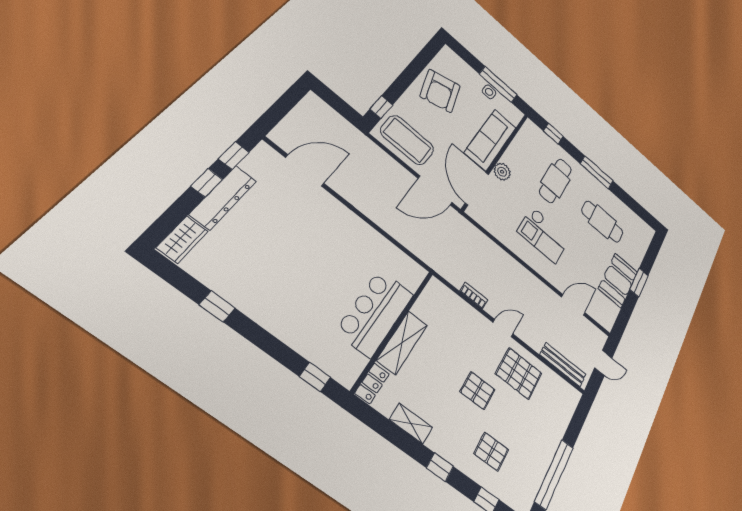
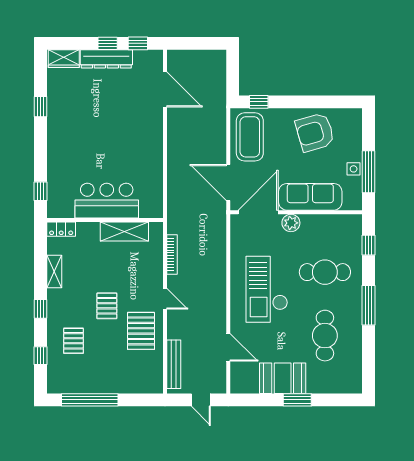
checkout: (544, 235) -> (267, 289), width x1.36, depth x1.21
bookcase: (474, 296) -> (172, 254), width x1.56
shelving: (402, 343) -> (124, 232), moved

